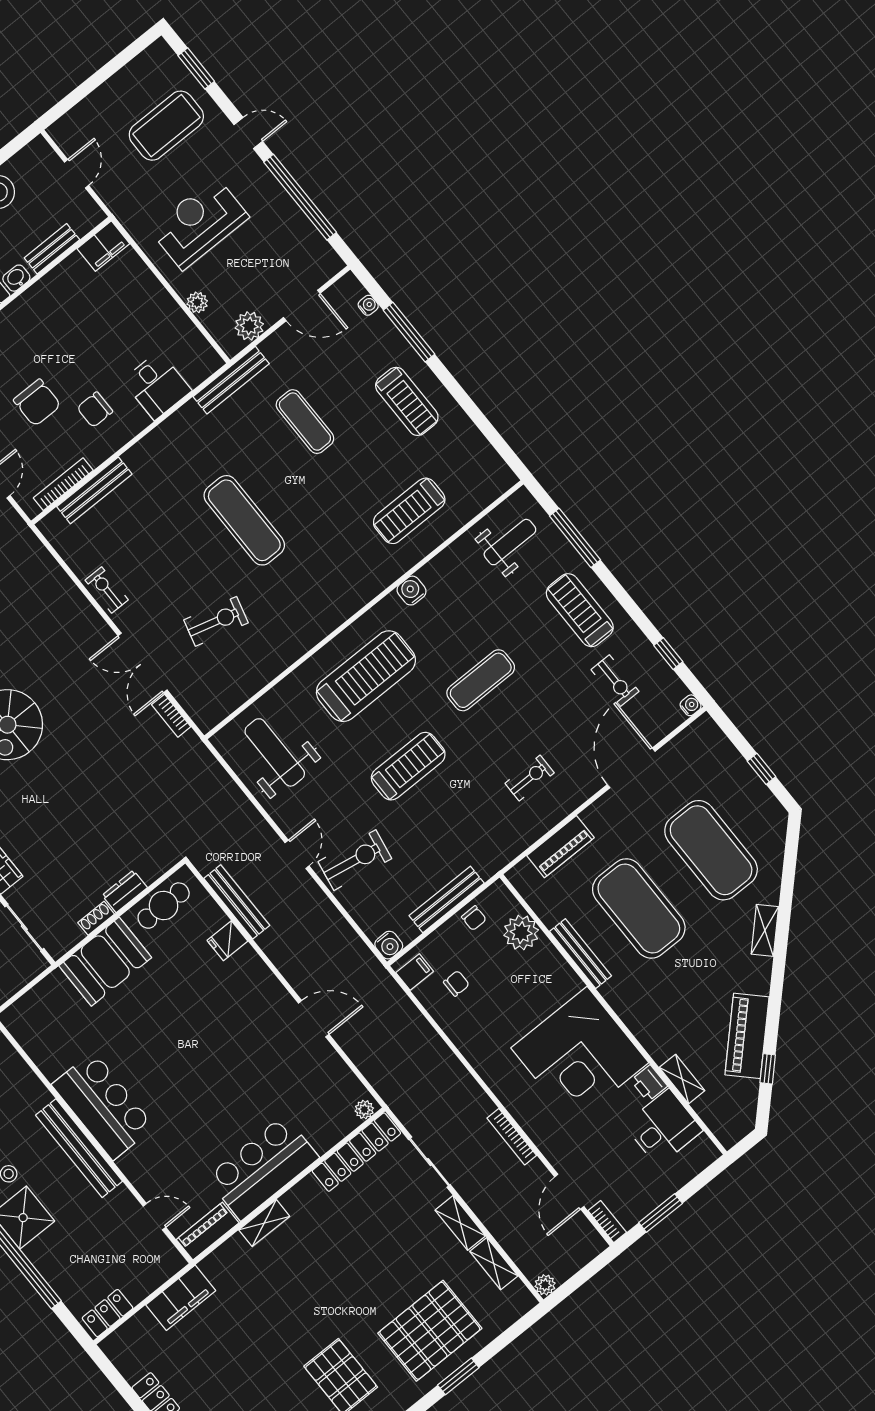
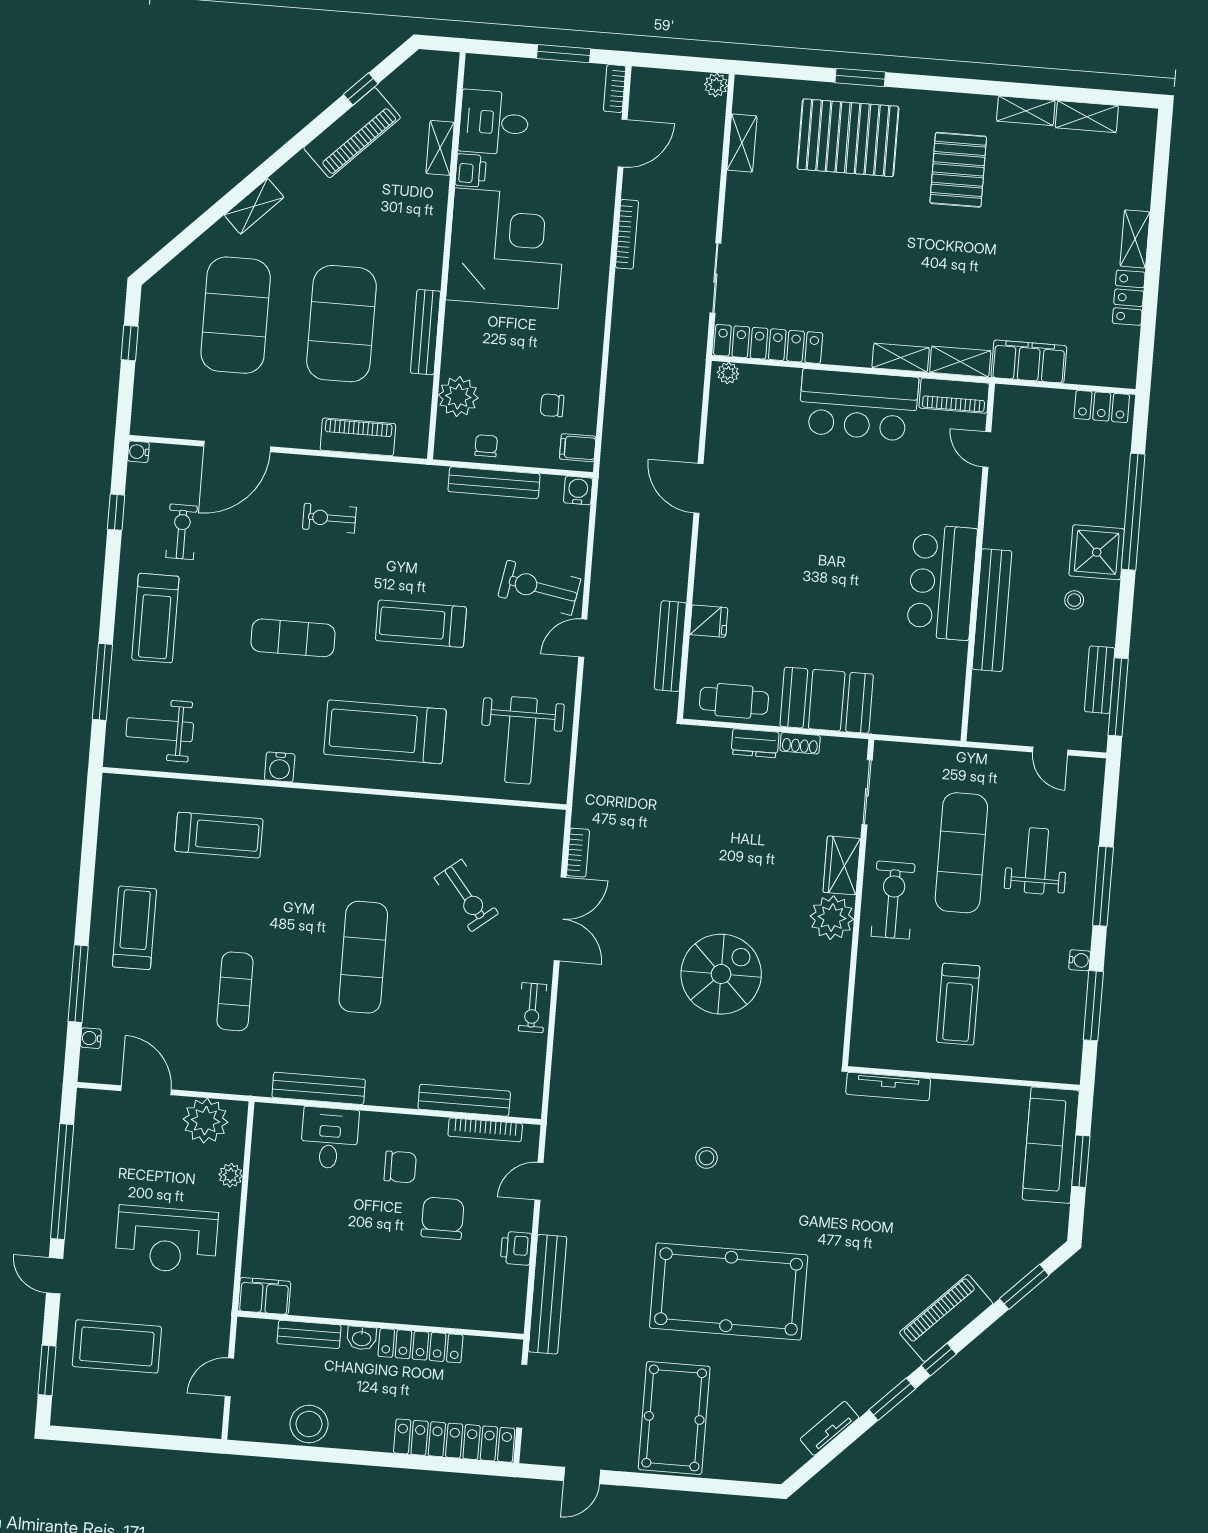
plant: (249, 326) -> (205, 1121), width x1.36, depth x1.36
bench: (231, 380) -> (319, 1088), moved
exercise bike: (216, 621) -> (466, 896), turned -144
bench: (79, 1148) -> (992, 610), moved
shelving: (460, 1223) -> (960, 362), moved, turned 90

